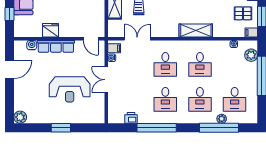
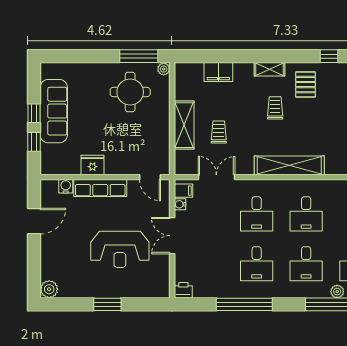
shelving: (196, 30) -> (289, 165), width x1.47
printer: (131, 118) -> (183, 290), moved

